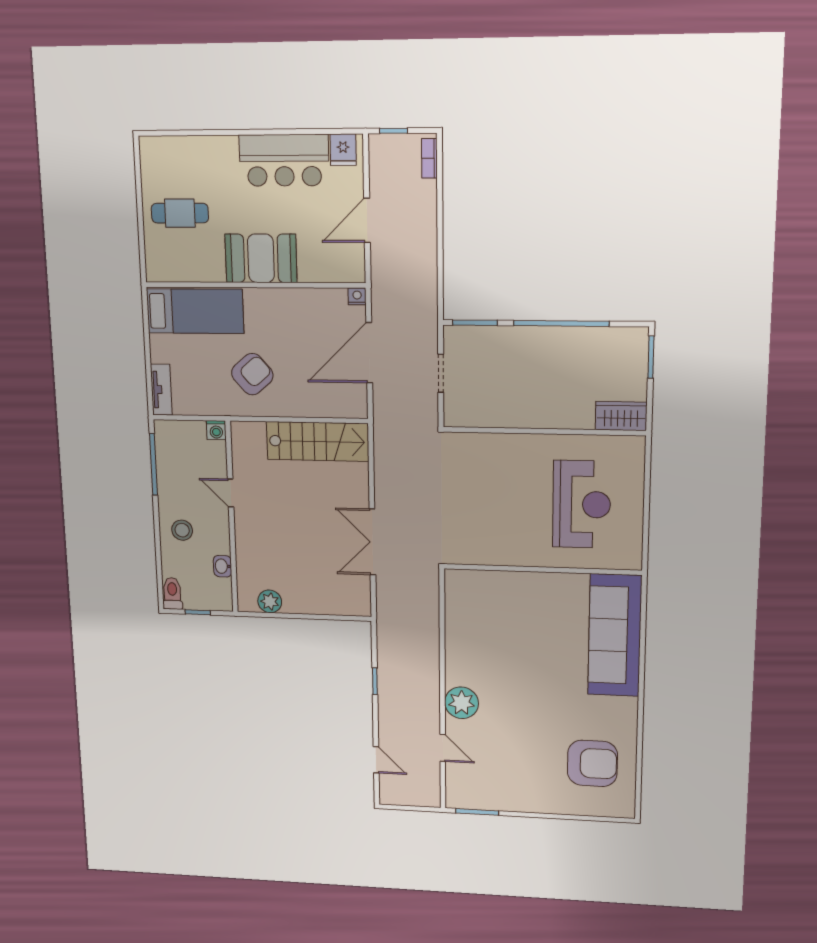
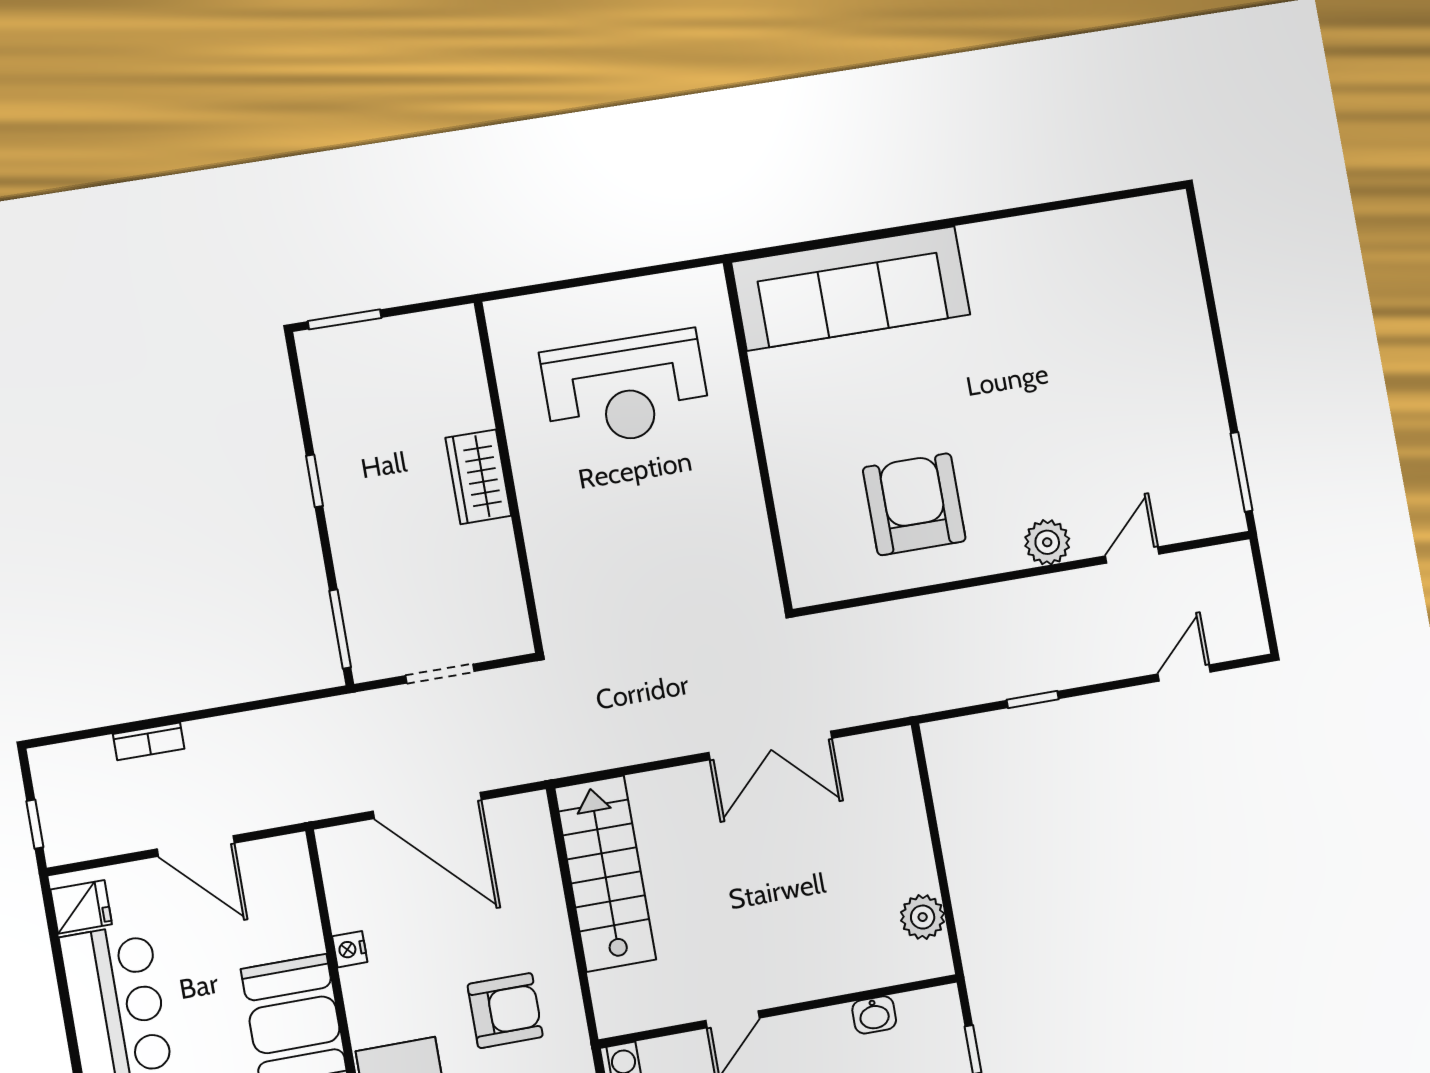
bookcase: (429, 158) -> (149, 741), moved
nightstand: (357, 296) -> (350, 949), moved
window: (561, 323) -> (314, 481), width x0.32
armchair: (252, 374) -> (505, 1011), turned 131
wardrobe: (621, 416) -> (478, 477), moved
reception desk: (582, 504) -> (626, 389), turned 180
plant: (462, 703) -> (1047, 542), width x0.73, depth x0.73
armchair: (592, 763) -> (914, 504), moved

